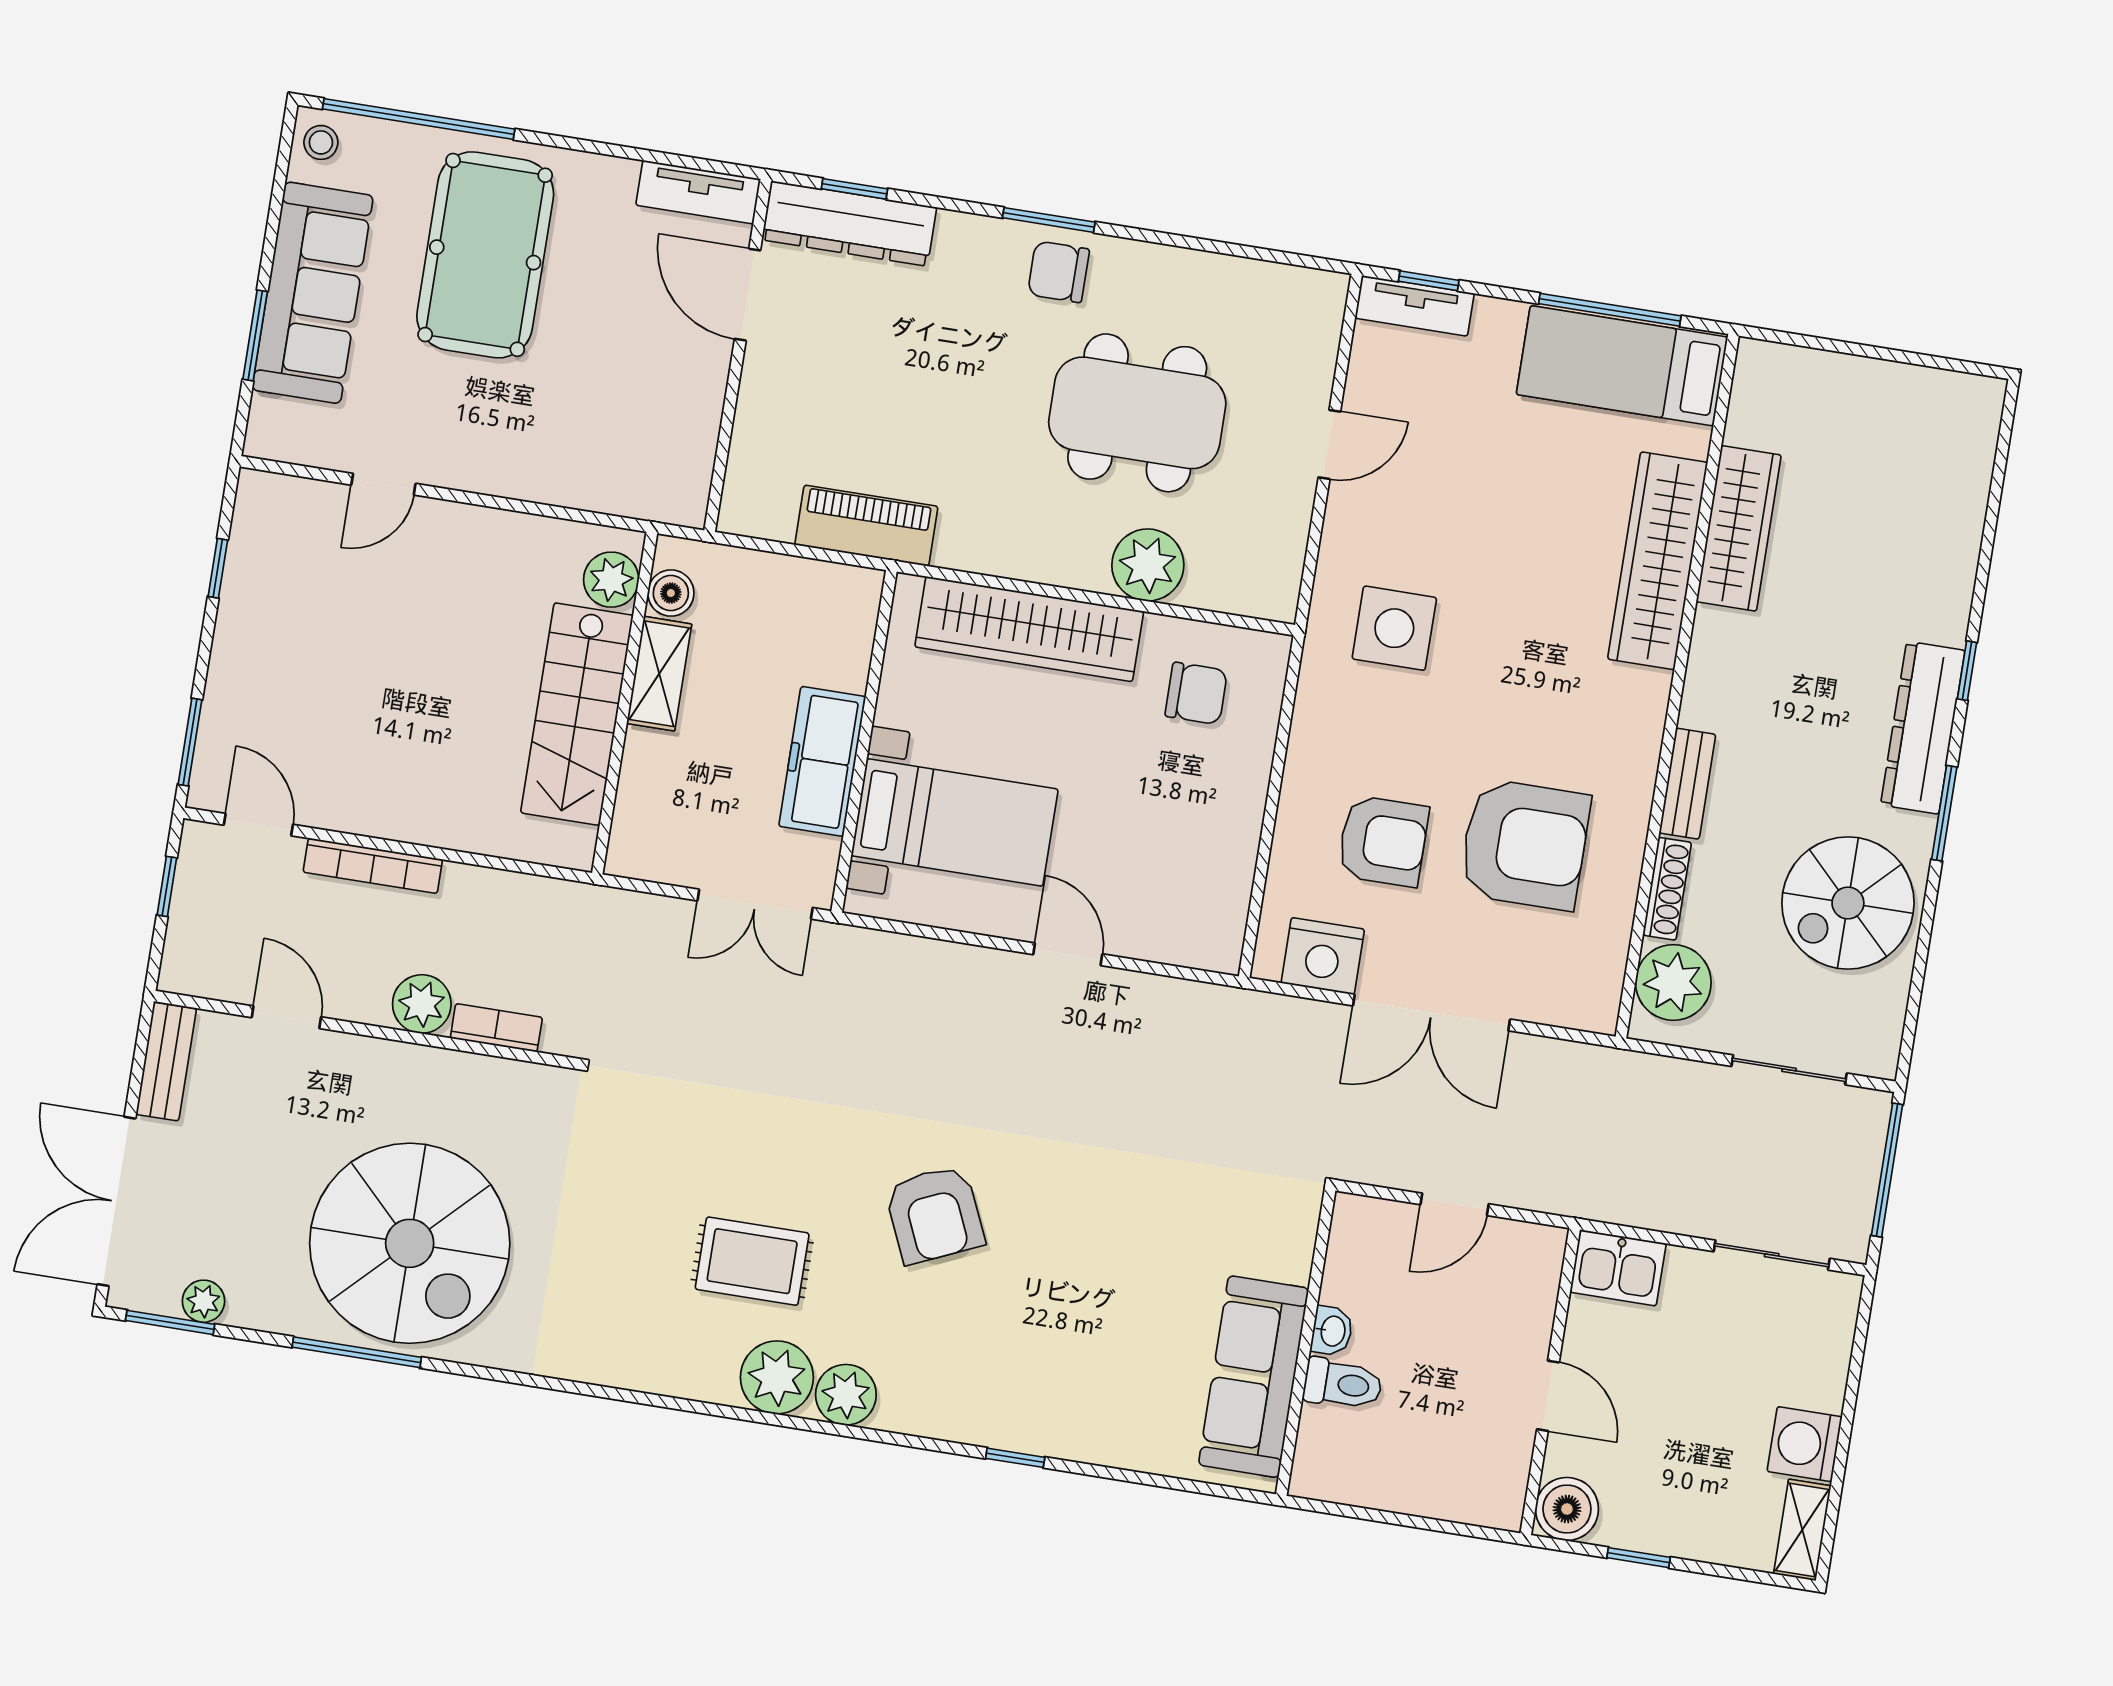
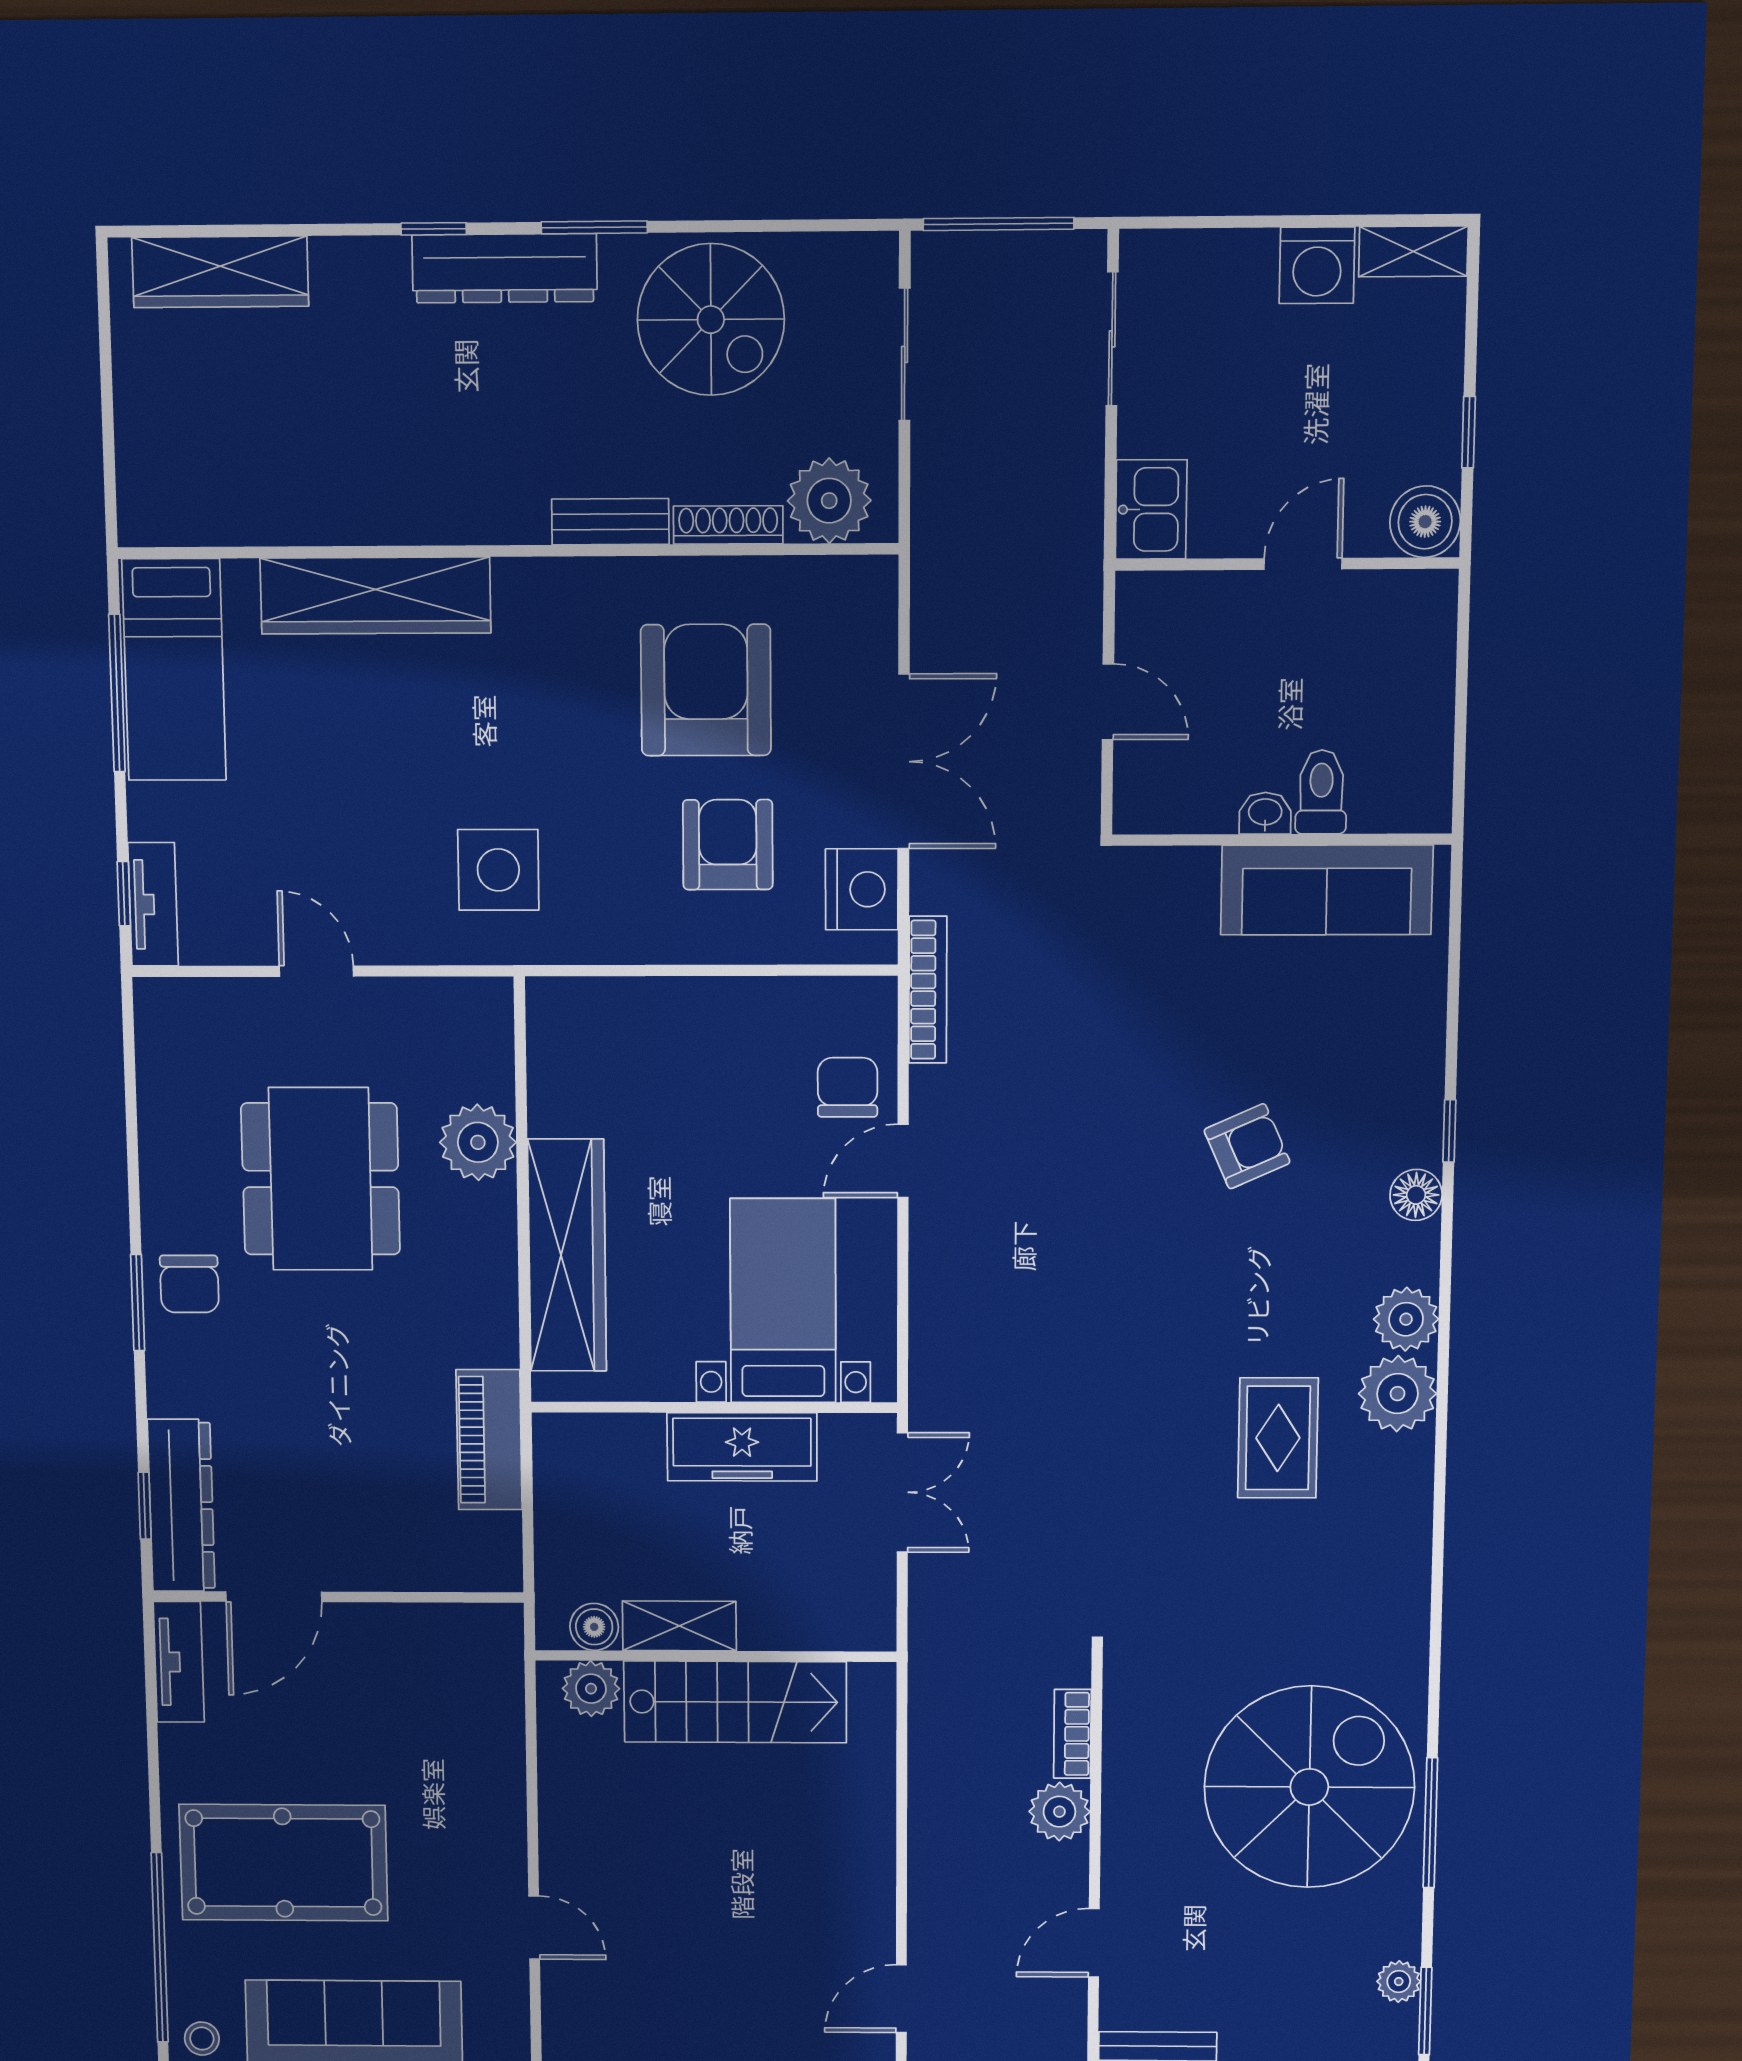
wardrobe: (1739, 528) -> (220, 272), moved, turned 180
chair: (1196, 693) -> (848, 1087), moved
bookcase: (373, 866) -> (928, 990), moved
armchair: (935, 1214) -> (1247, 1146), moved, width x0.72, depth x0.72
floor lamp: (961, 1419) -> (1416, 1195), added

